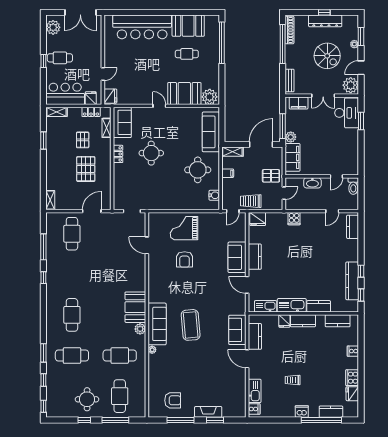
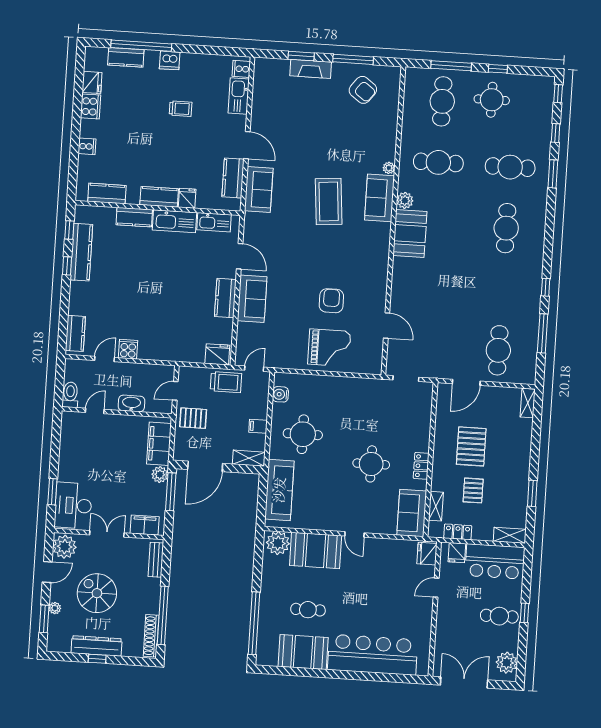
cooker: (294, 219) -> (128, 349), moved
sofa: (157, 324) -> (379, 198), width x0.73
armchair: (173, 400) -> (363, 90), turned -143

